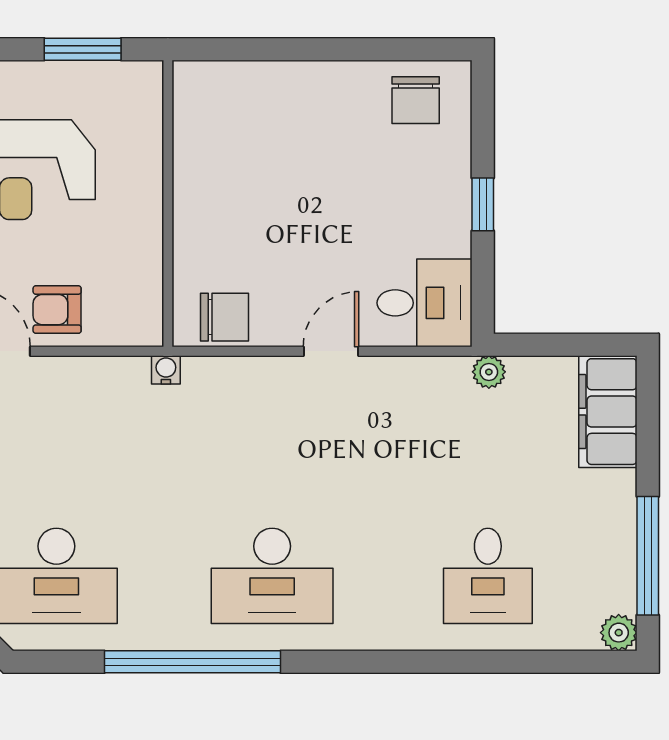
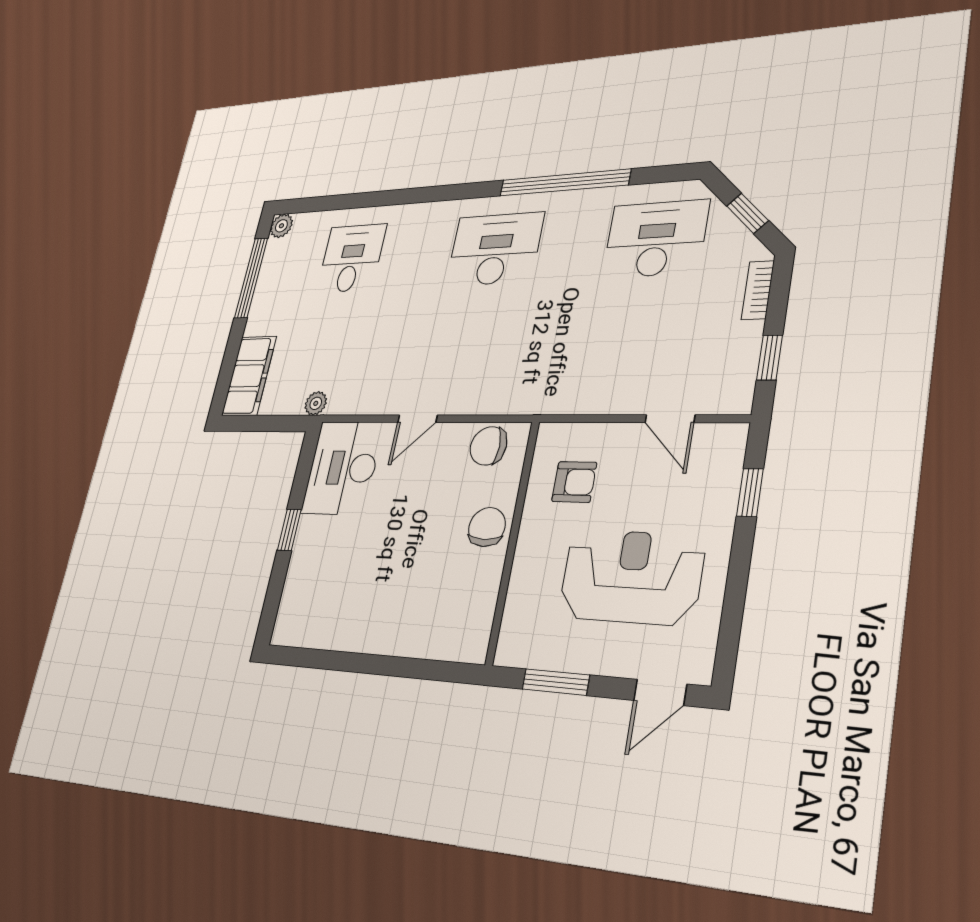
chair: (416, 100) -> (487, 527), moved
desk: (425, 303) -> (343, 468), width x1.37
armchair: (57, 310) -> (574, 482), moved
water cooler: (166, 370) -> (541, 404), removed

